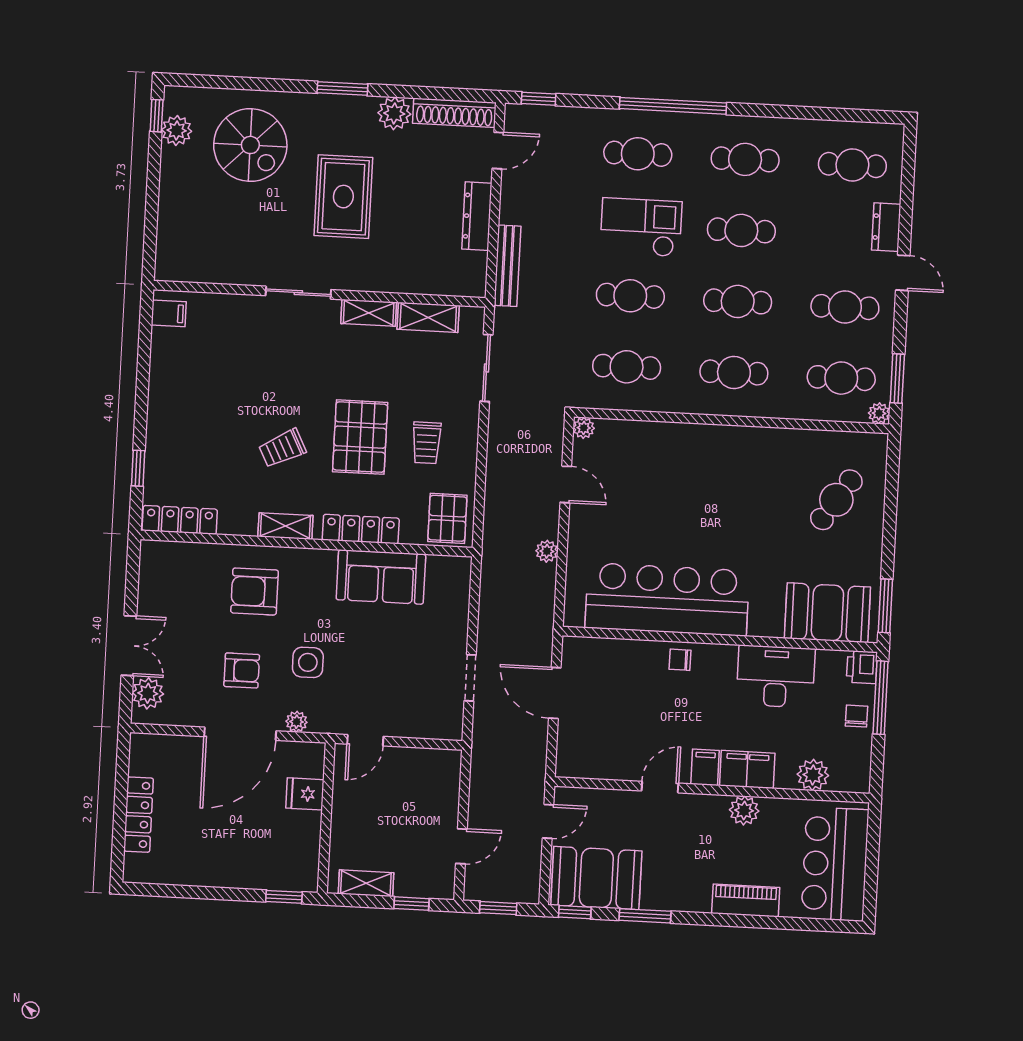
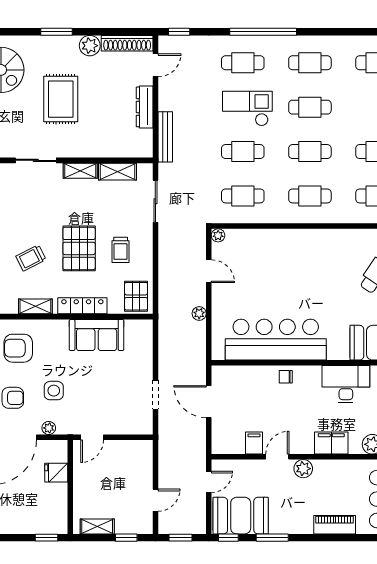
filing cabinet: (705, 767) -> (254, 443), moved
plant: (744, 810) -> (303, 469), moved

